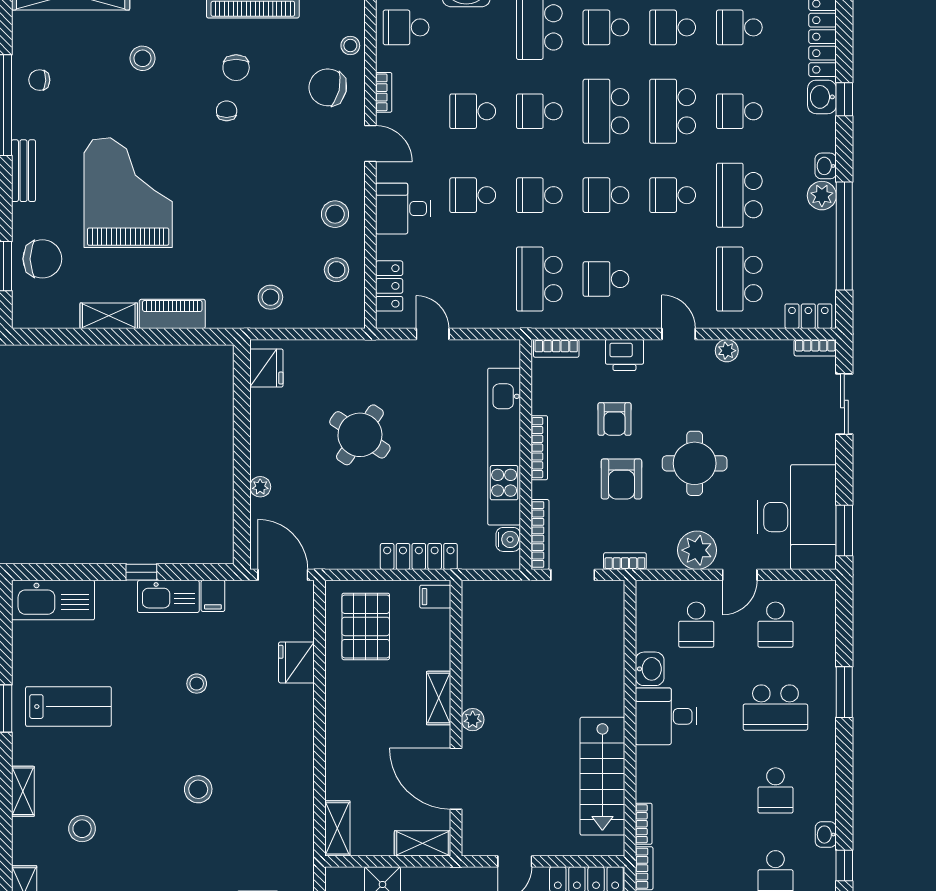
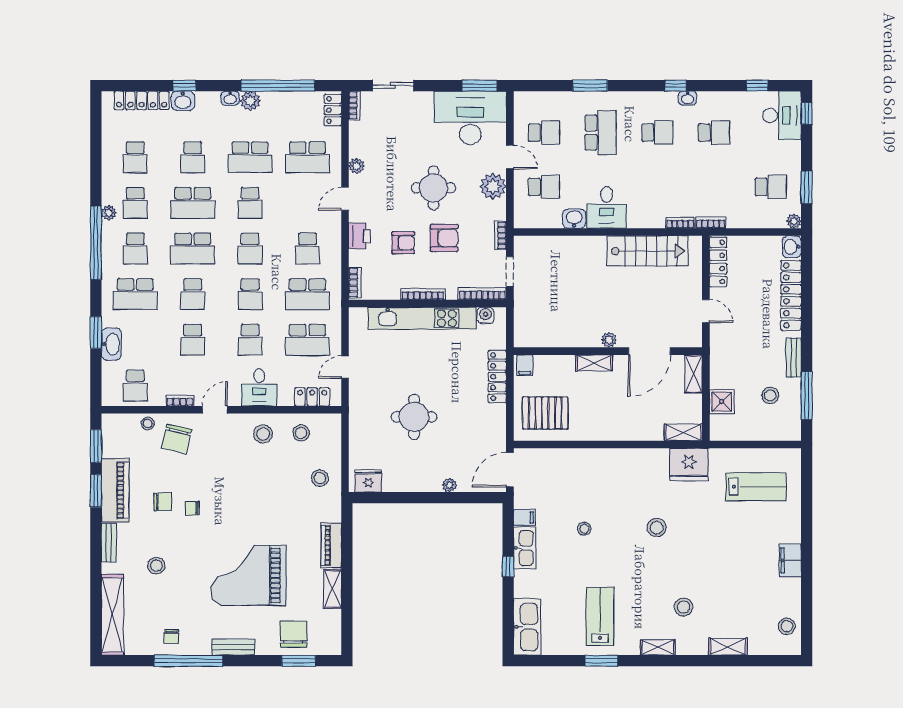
school desk: (473, 279) -> (307, 340), added
round table: (360, 435) -> (414, 417), turned -34
fridge: (296, 662) -> (689, 464), moved, width x1.36, depth x1.34
window: (844, 865) -> (676, 86), moved

